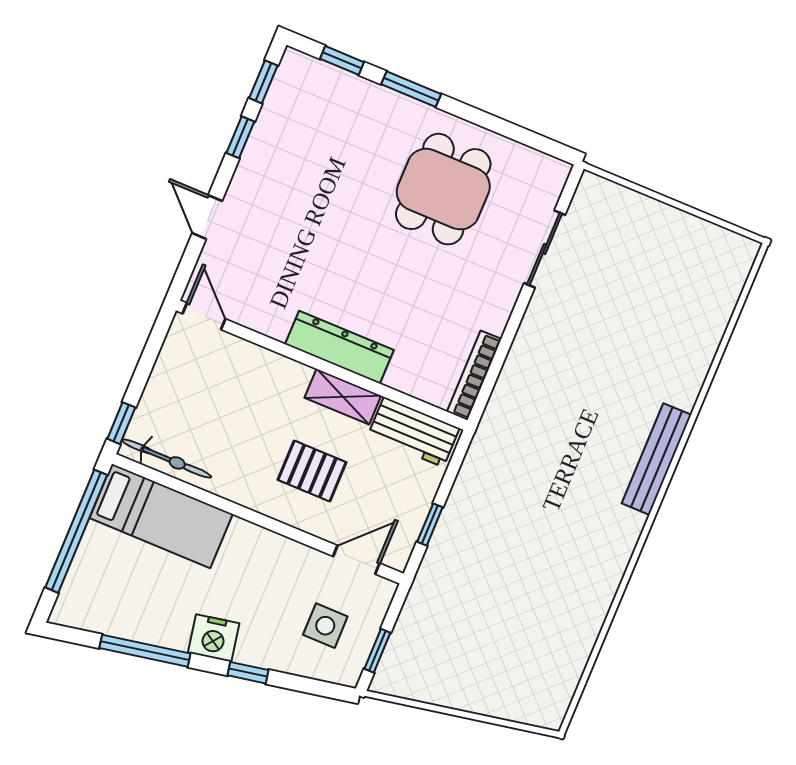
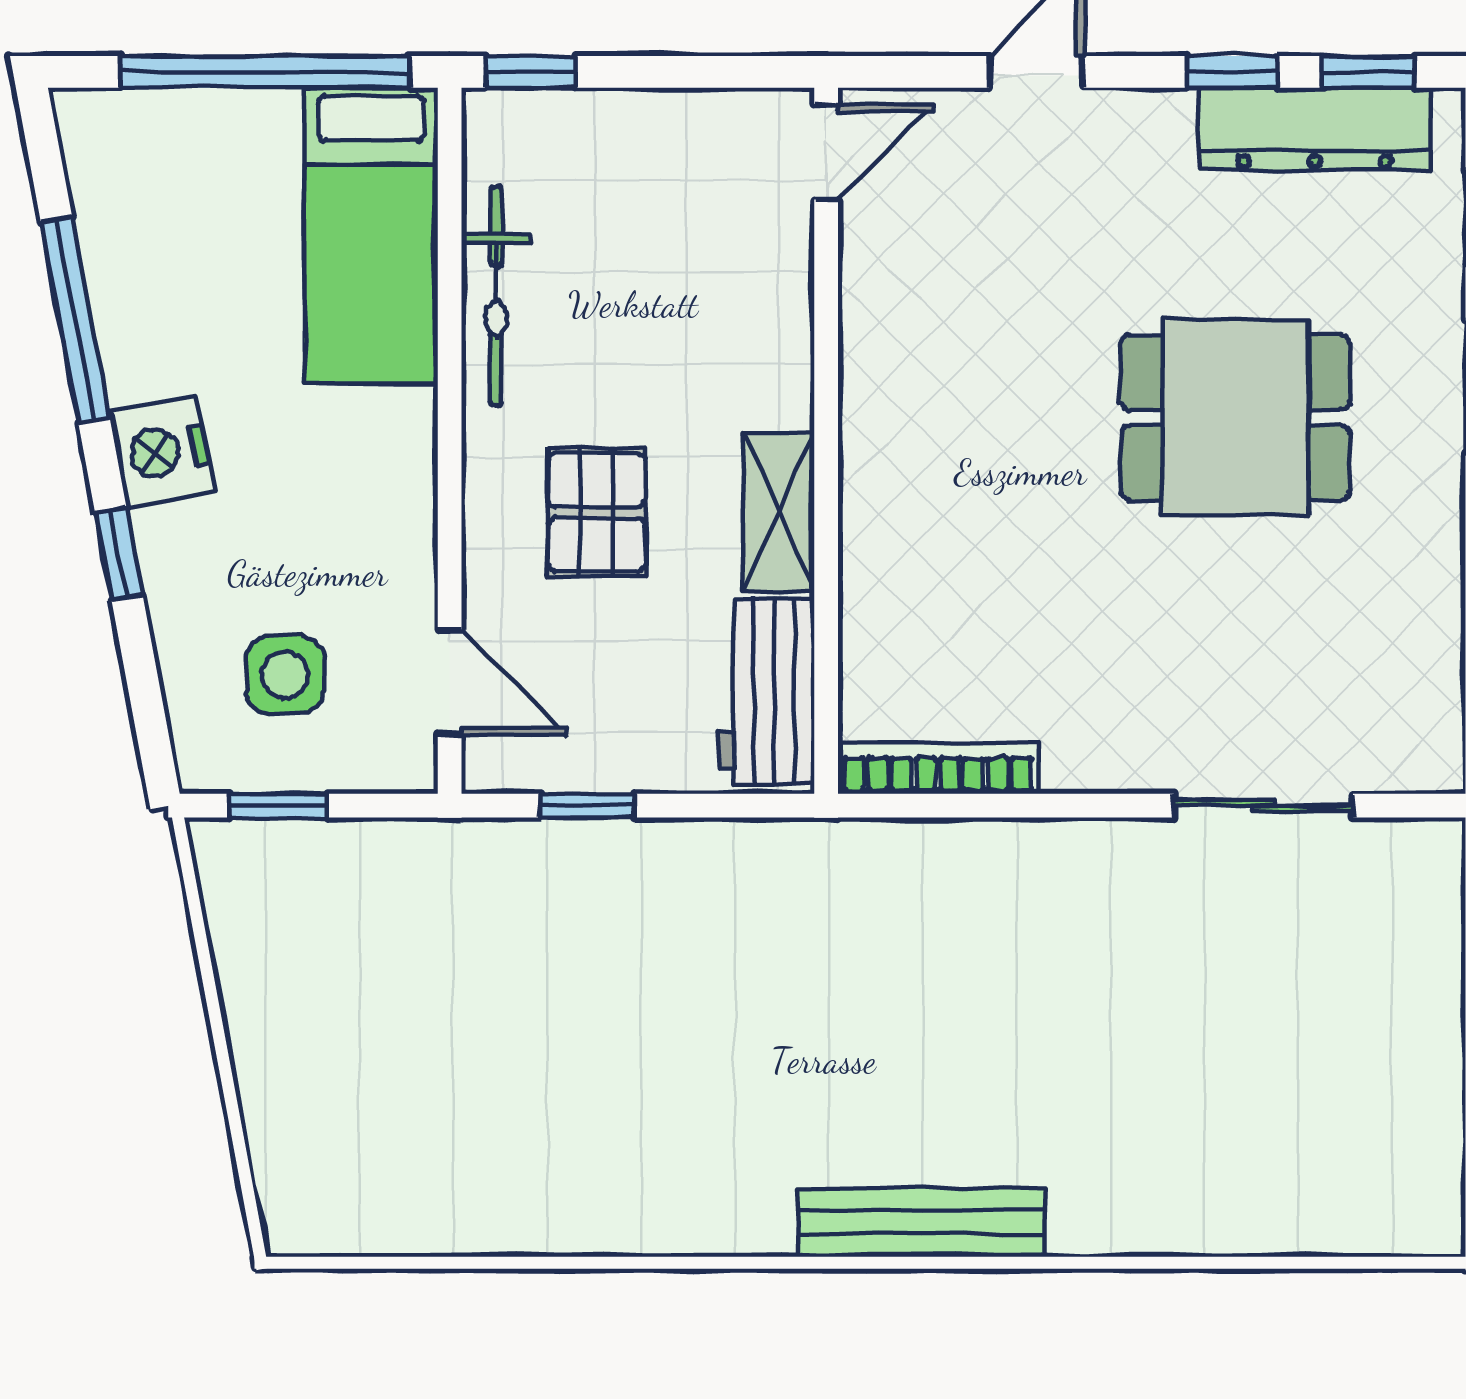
dining table: (443, 189) -> (1235, 417), moved
dresser: (339, 347) -> (1315, 129), moved, turned 90
bicycle: (166, 458) -> (496, 296), moved

